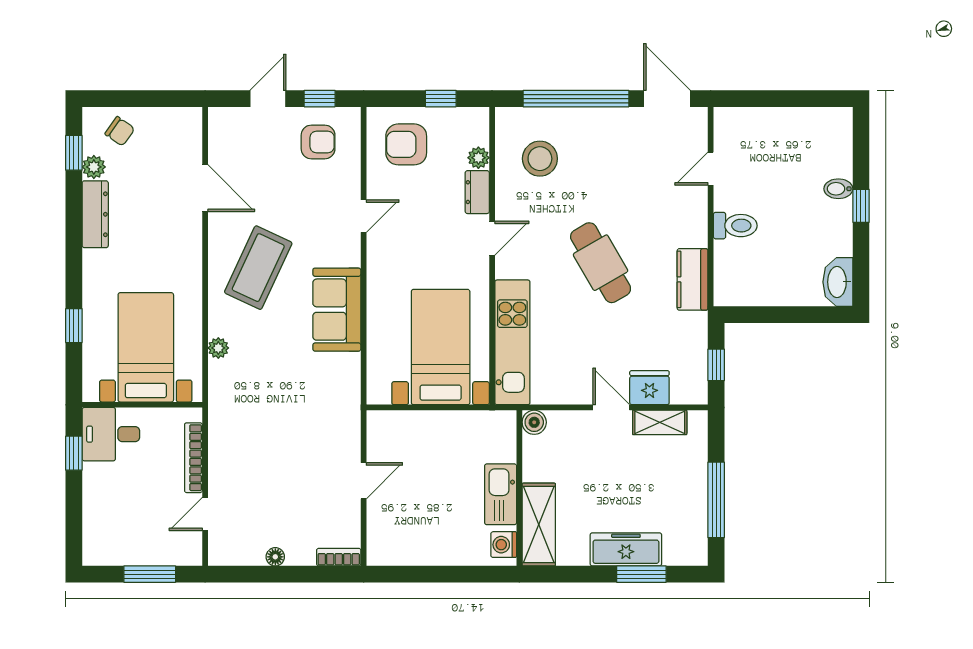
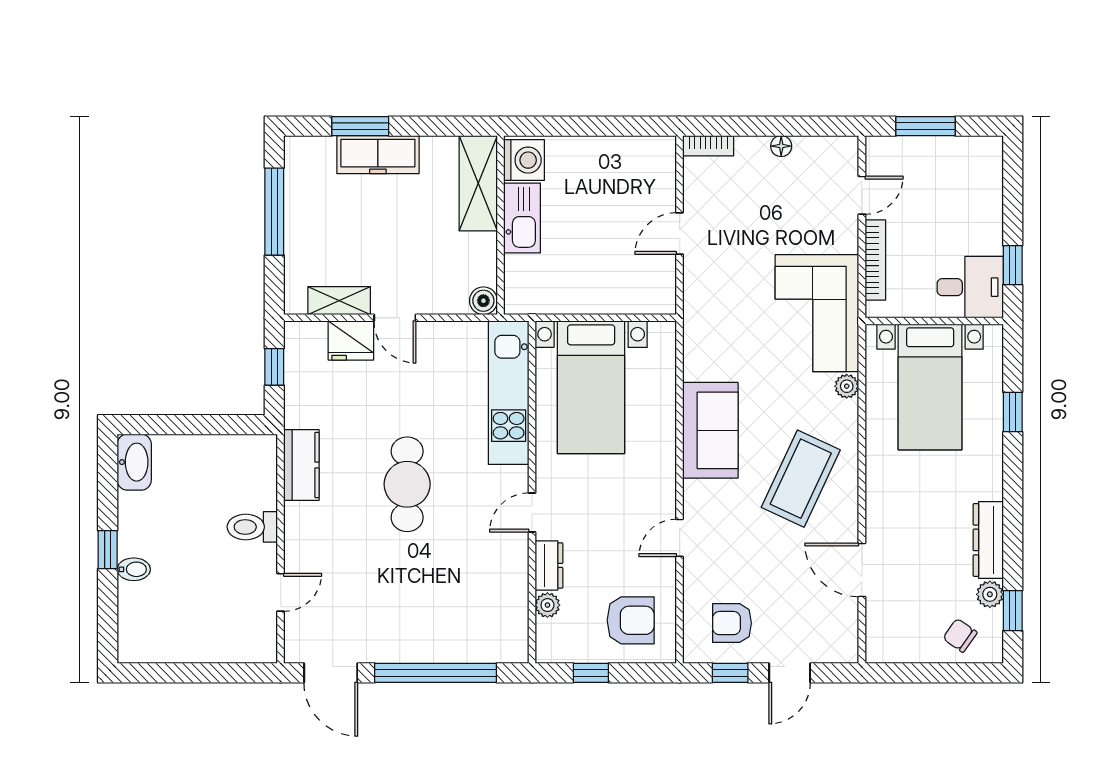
stool: (540, 159) -> (477, 604), removed
cafe table: (601, 263) -> (407, 484), turned 30
corner sofa: (244, 411) -> (817, 313), added
washing machine: (504, 545) -> (524, 160), width x1.38, depth x1.38

